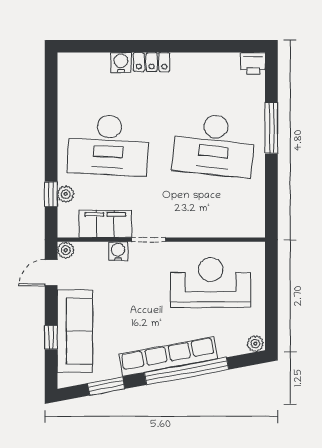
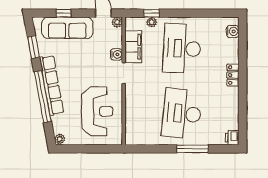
water cooler: (121, 63) -> (233, 31), moved

